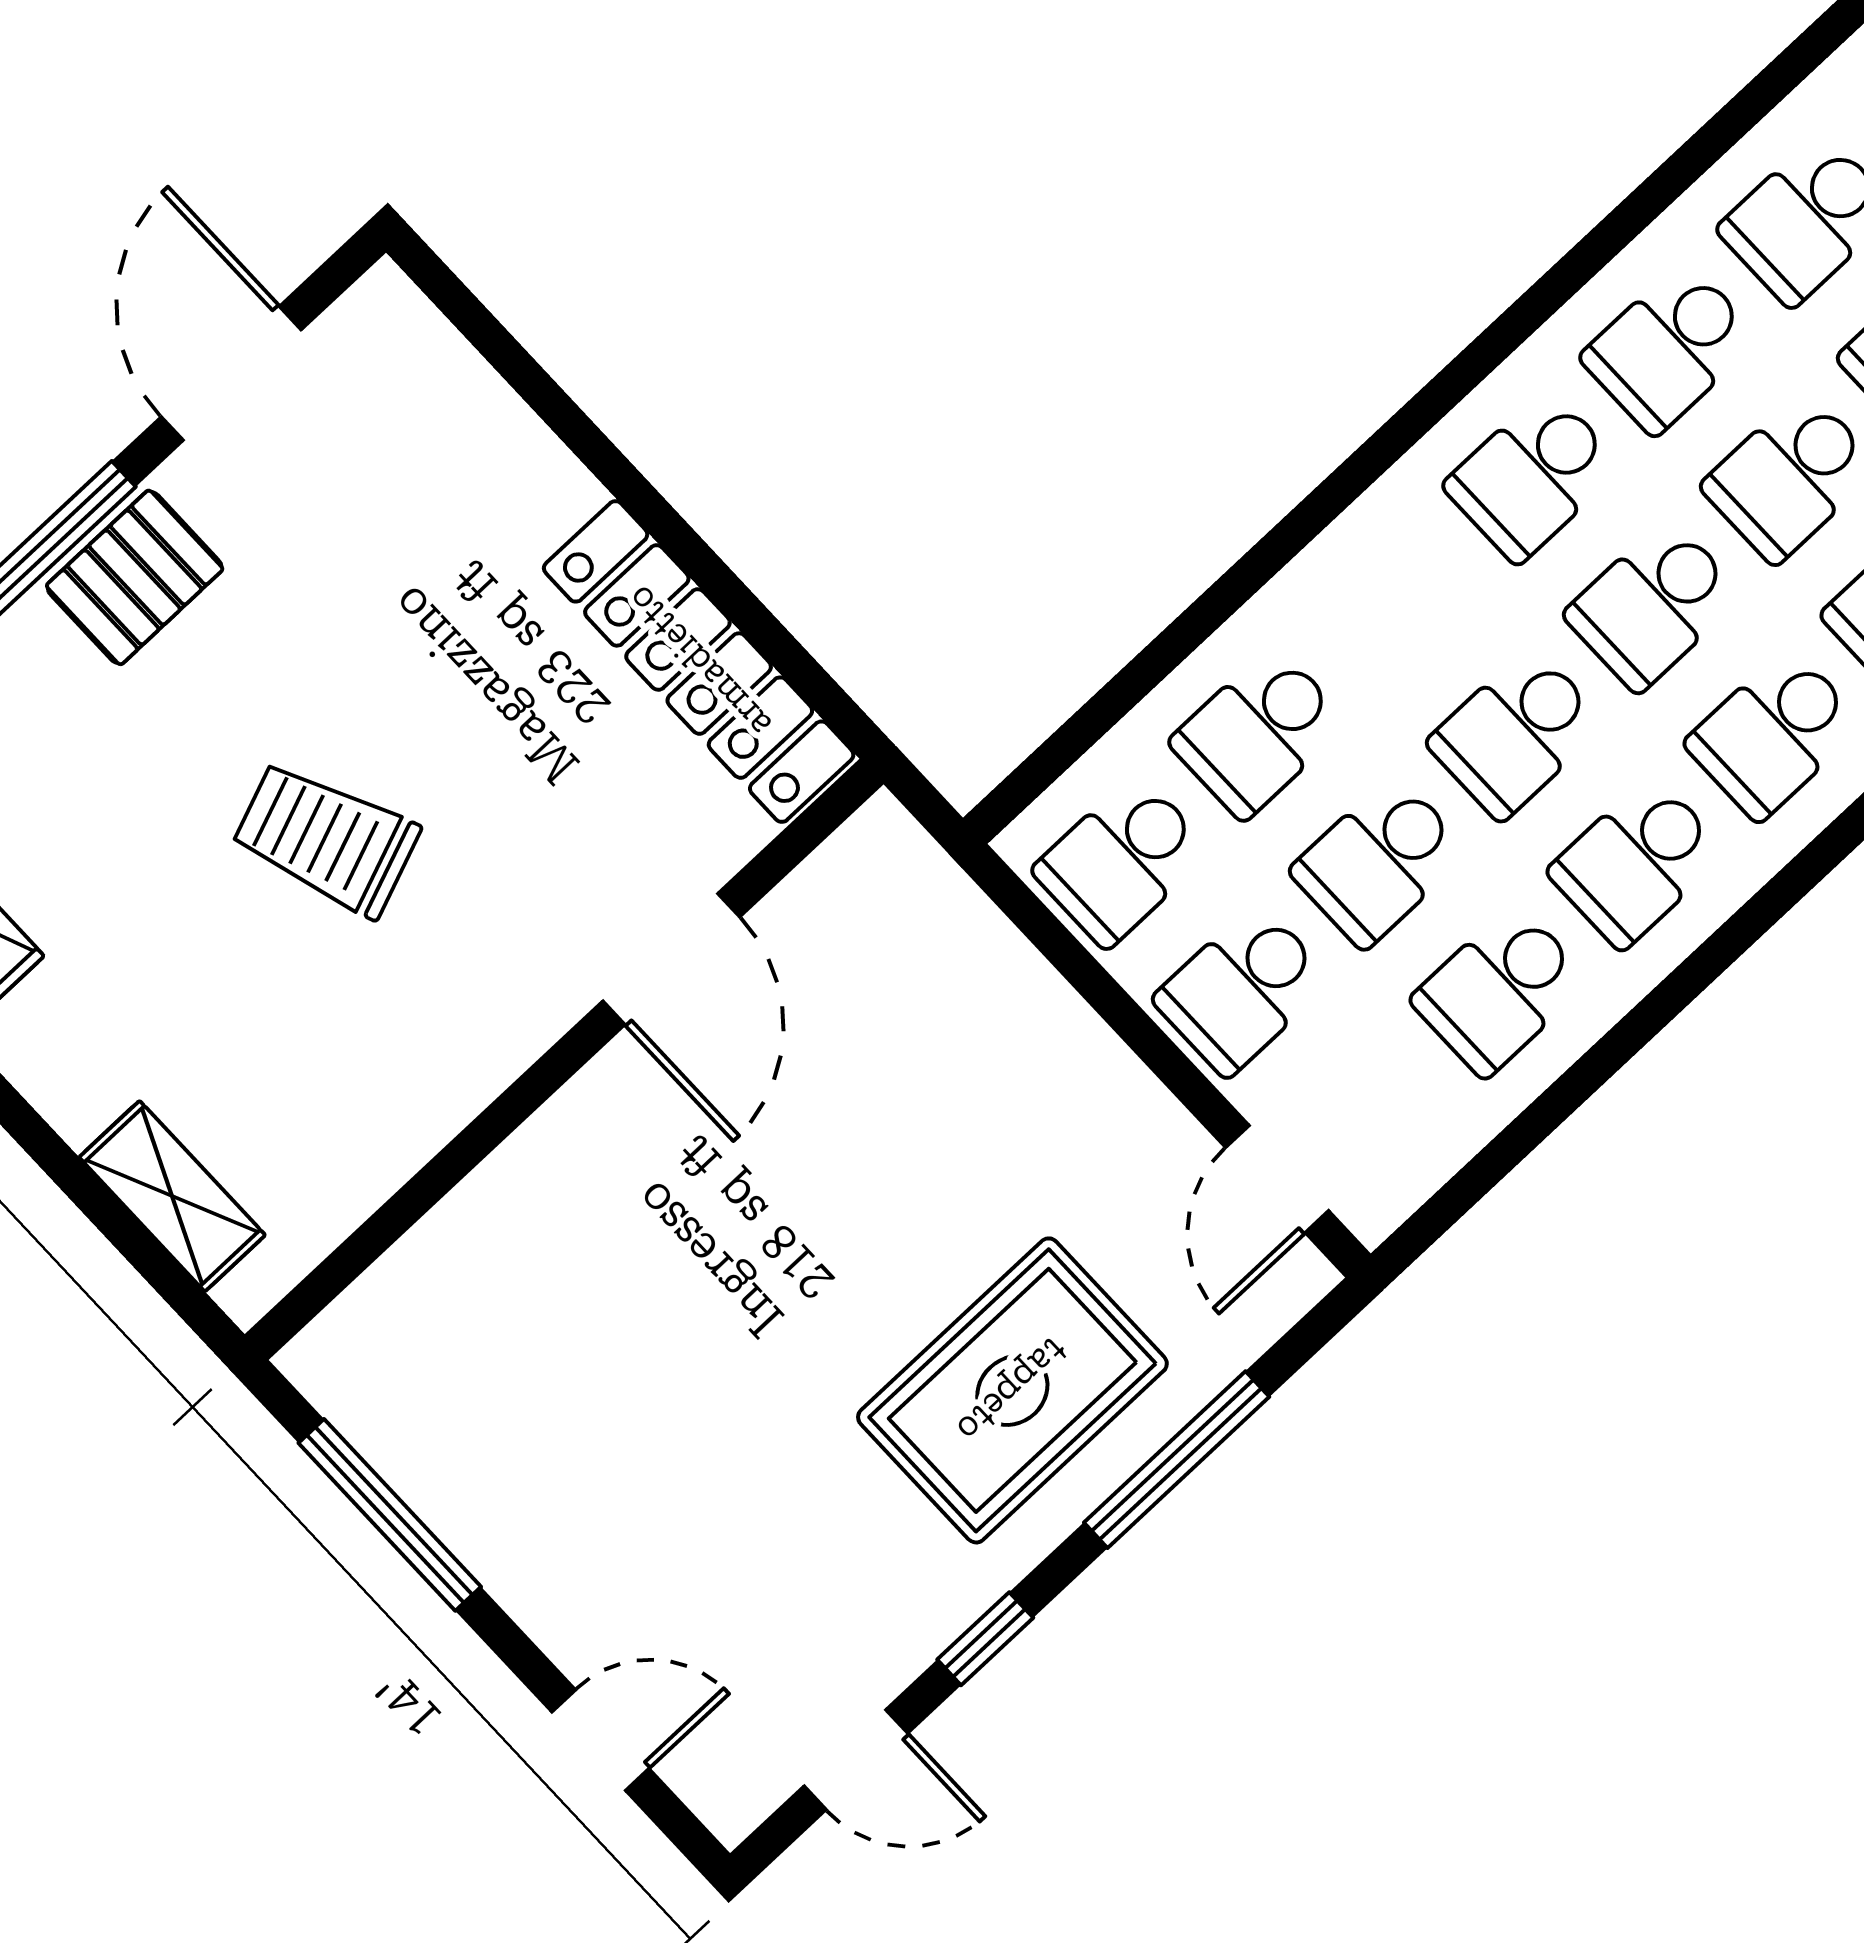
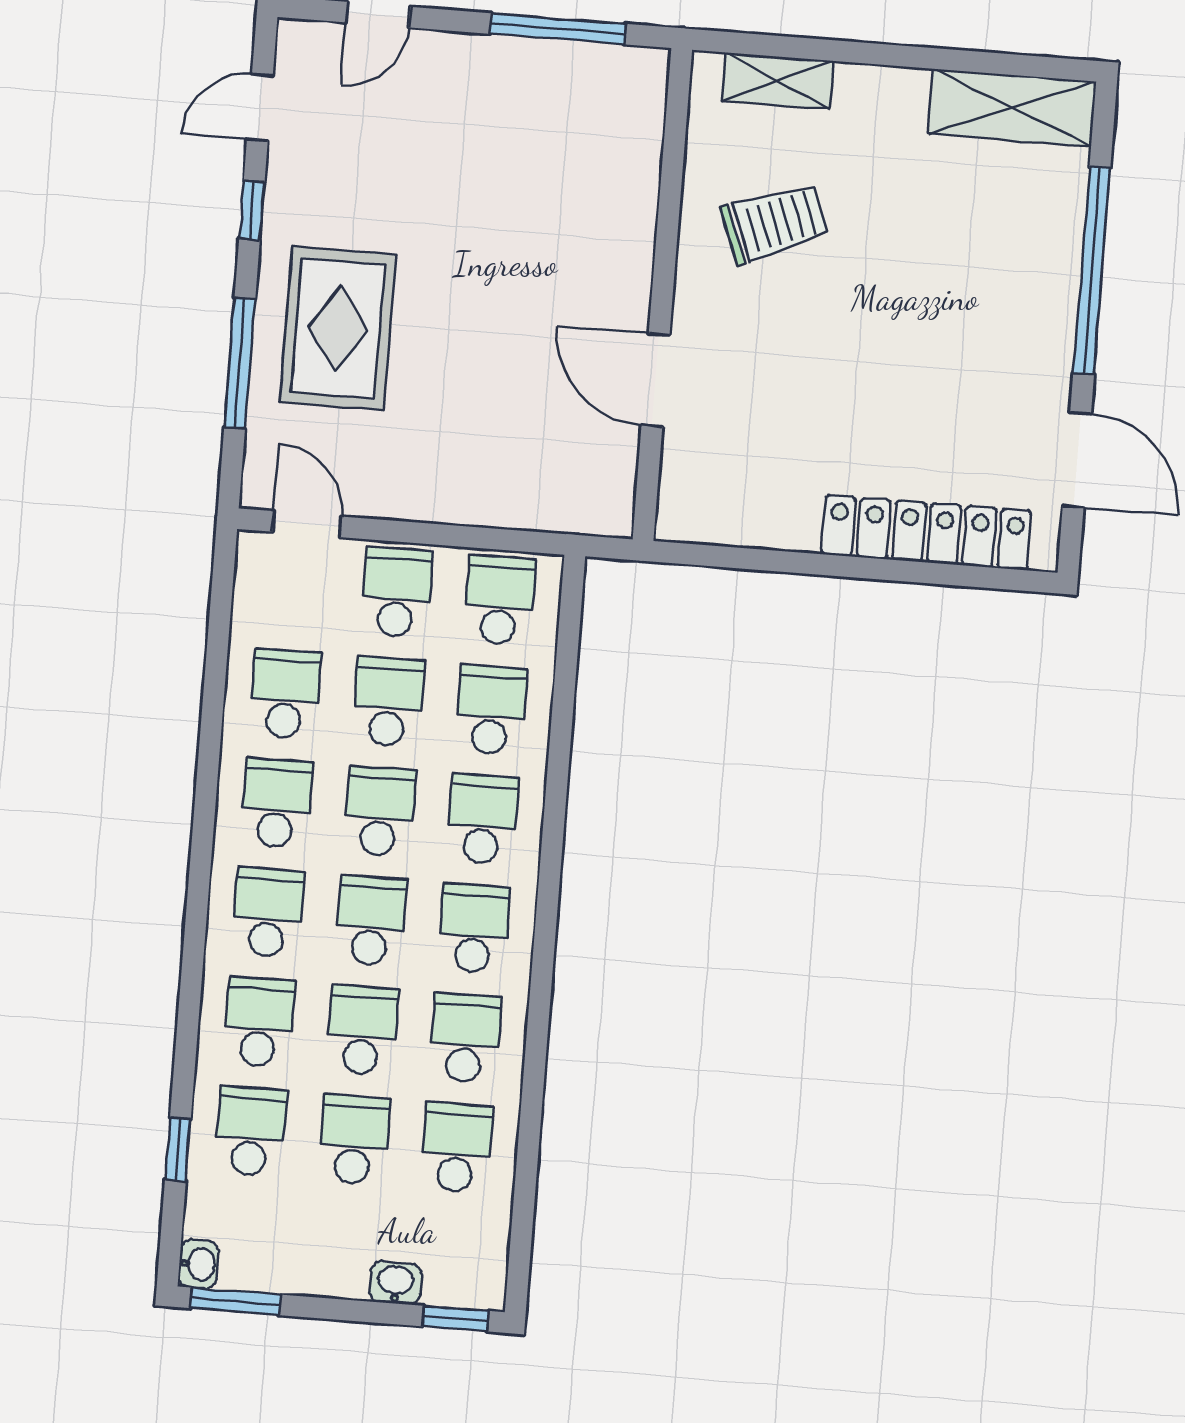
pallet: (135, 577) -> (1038, 333), removed
school desk: (1396, 604) -> (483, 819), added
locker: (699, 662) -> (927, 533), moved
trolley: (326, 839) -> (775, 223), moved

